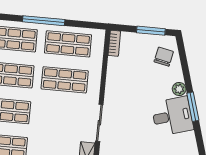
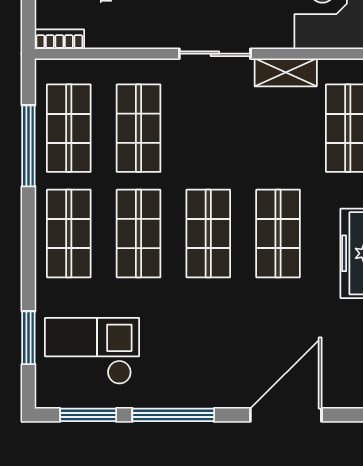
window: (44, 21) -> (28, 146), moved

